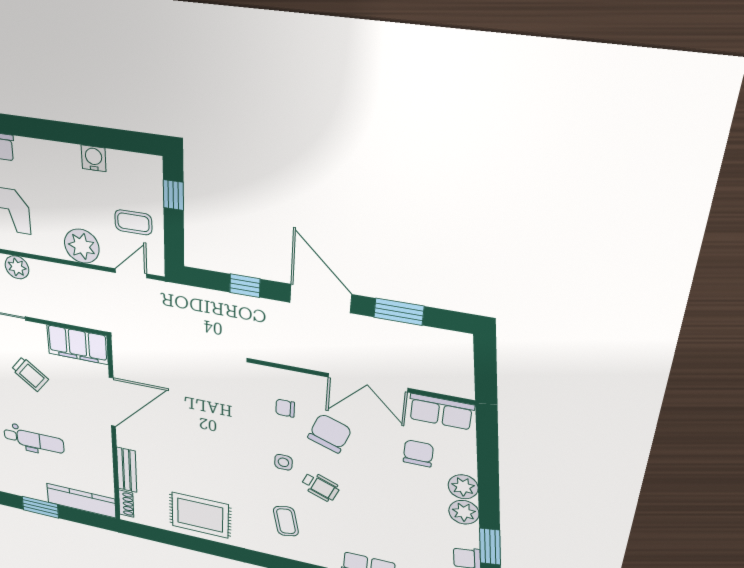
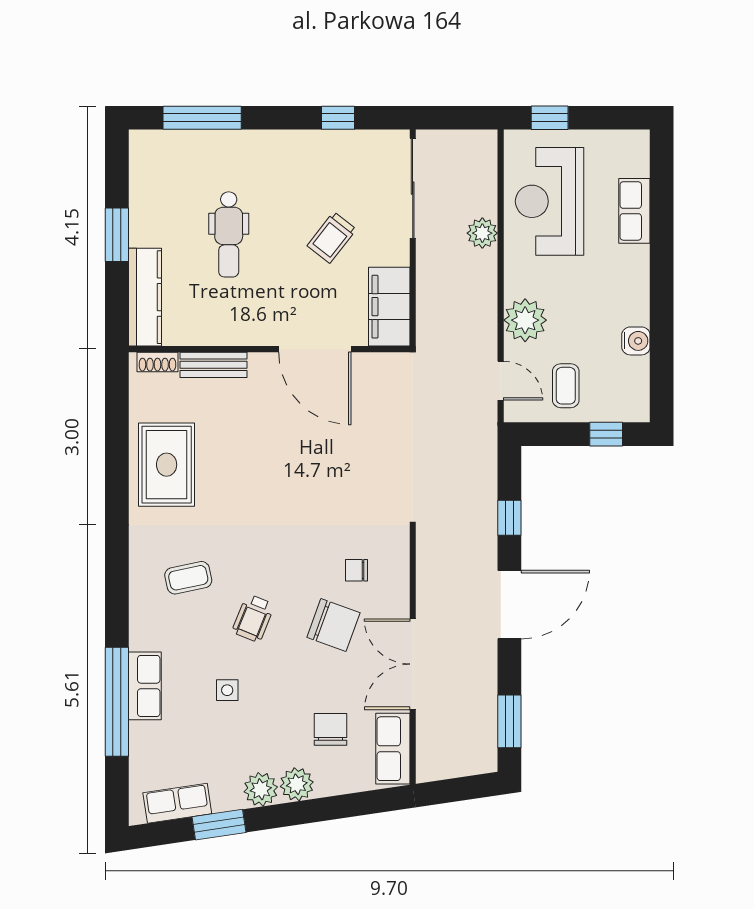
window: (399, 312) -> (509, 721), moved
chair: (285, 408) -> (357, 570), turned -90
chair: (418, 453) -> (330, 729), turned -90
side table: (283, 462) -> (227, 690), moved

